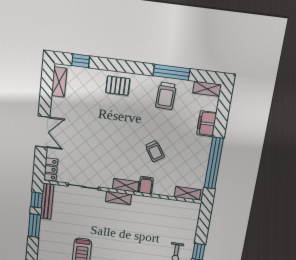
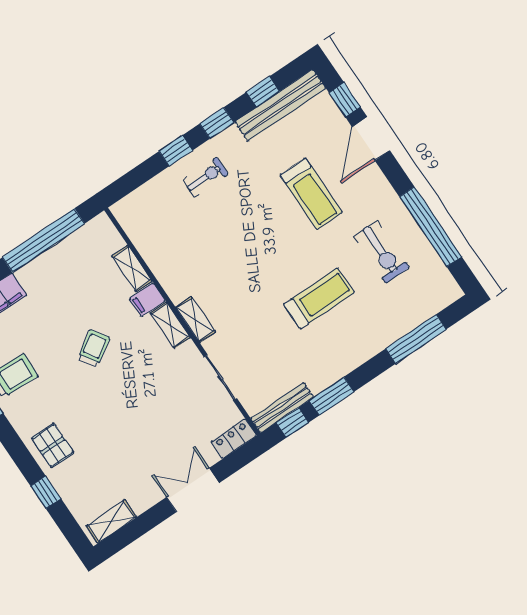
window: (81, 61) -> (46, 492), moved
trolley: (155, 151) -> (94, 348), moved
shelving: (188, 193) -> (132, 269), moved

